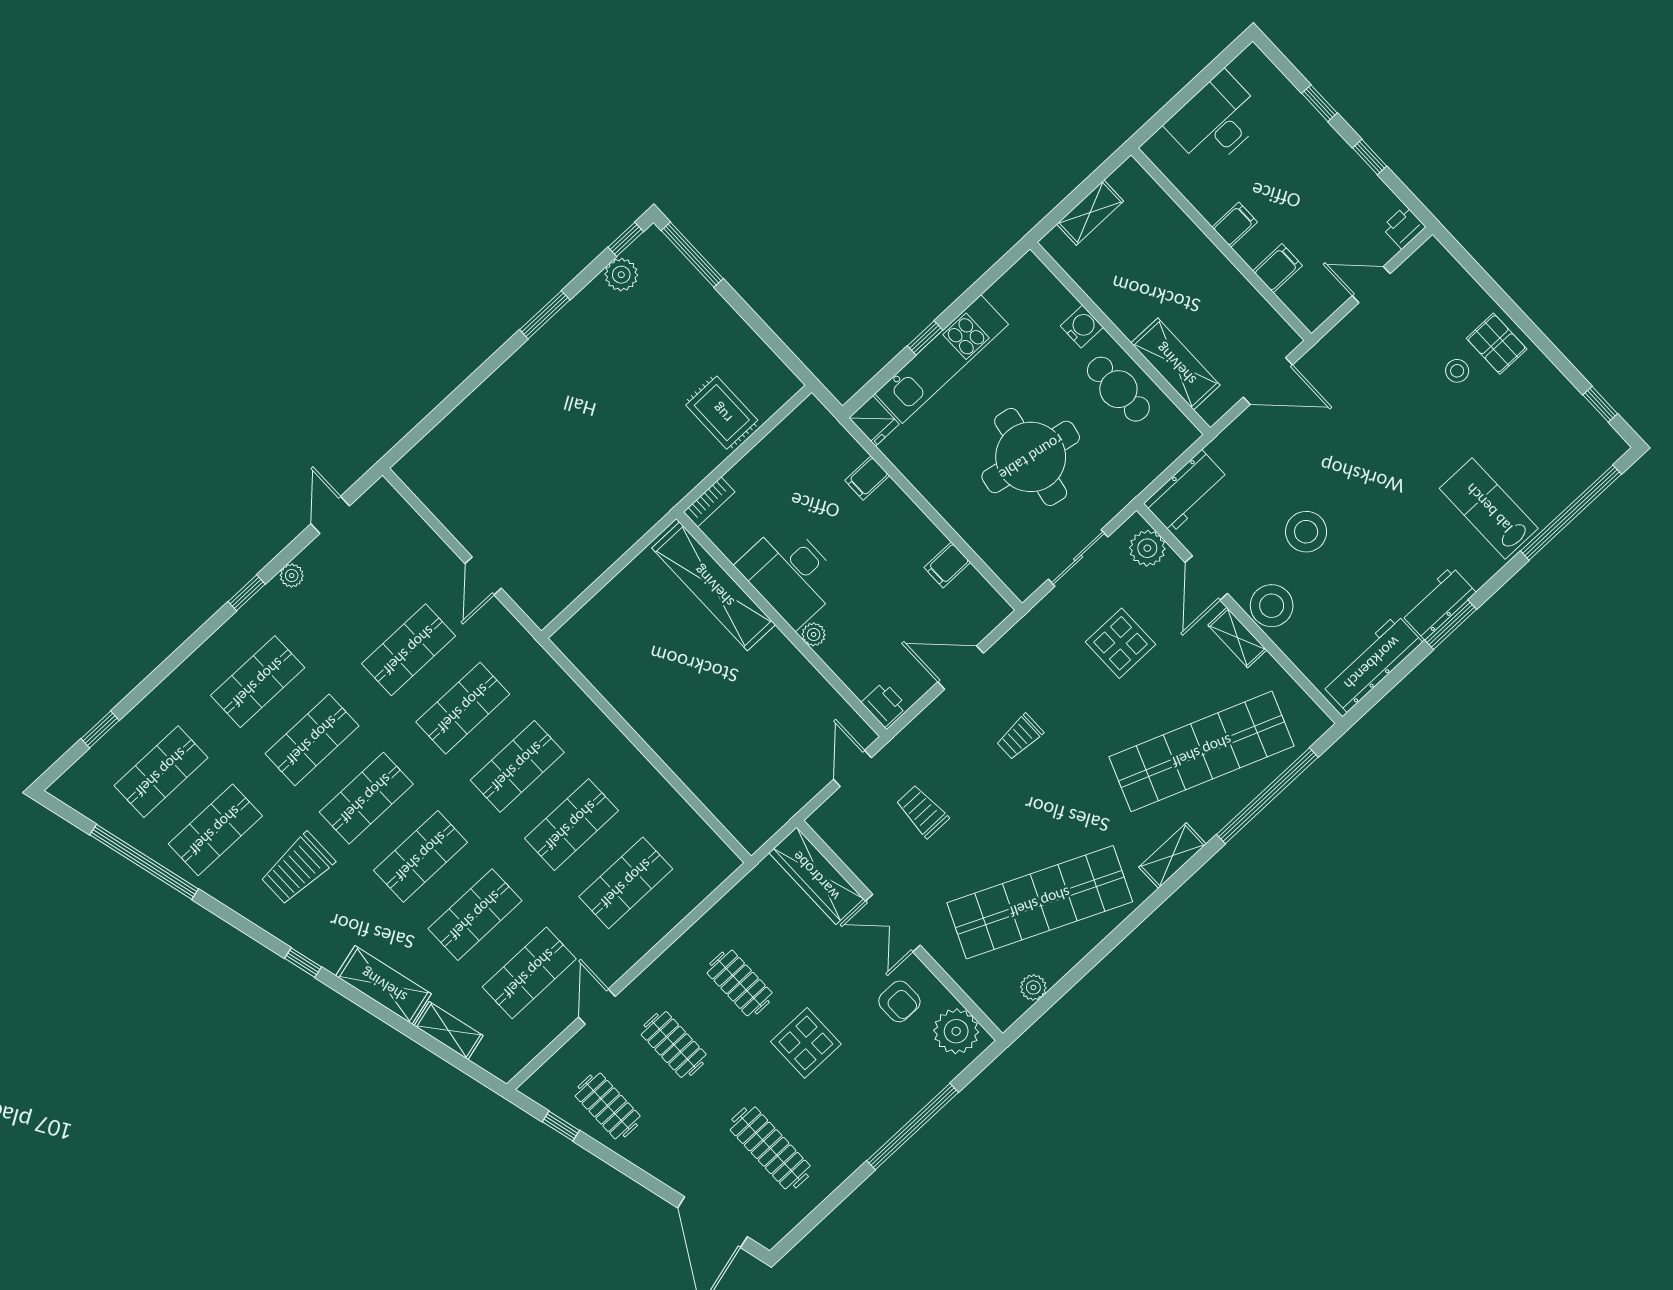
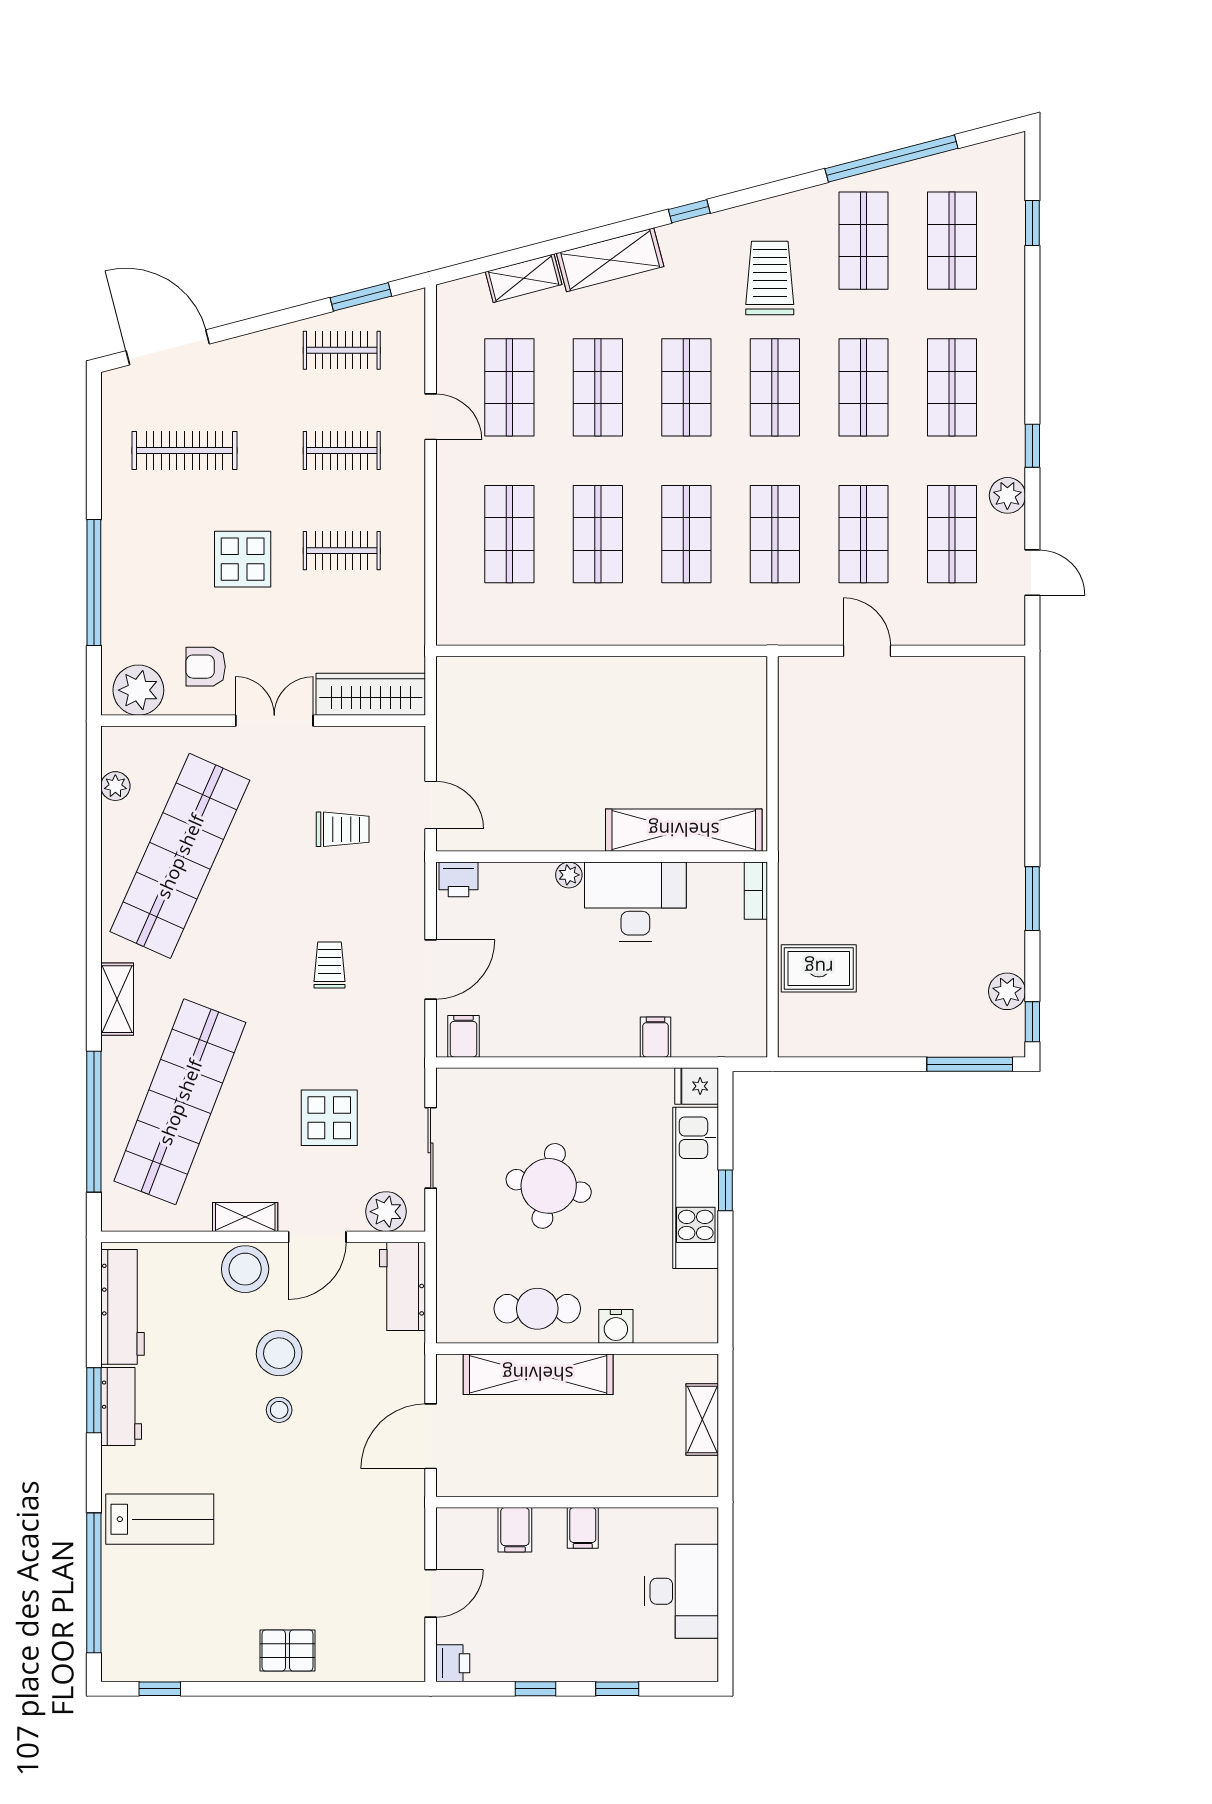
shelving: (1176, 364) -> (538, 1374), width x1.47
stool: (1457, 371) -> (279, 1410), moved
round table: (1031, 457) -> (549, 1186), width x0.73, depth x0.73
filing cabinet: (947, 565) -> (463, 1036), moved
plant: (292, 576) -> (1007, 495), width x1.38, depth x1.38
door: (1206, 578) -> (317, 1237), swing flipped
shop shelf: (354, 592) -> (952, 534), added
window: (561, 1126) -> (361, 297), width x1.50

